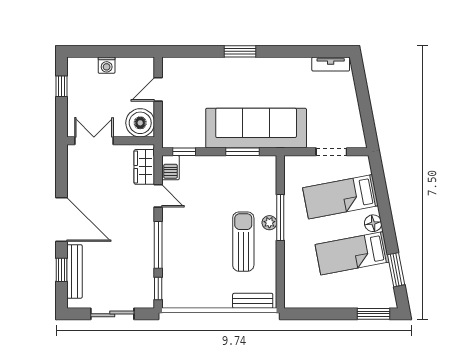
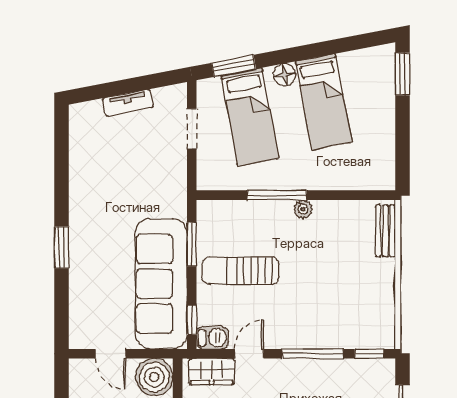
tv unit: (331, 64) -> (128, 103), moved, turned 79
sofa: (256, 128) -> (161, 284), moved
plant: (269, 223) -> (303, 209), moved
sun lounger: (243, 242) -> (241, 271), moved
window: (396, 270) -> (234, 66), moved

